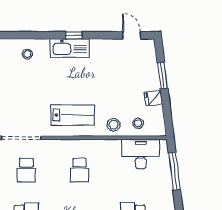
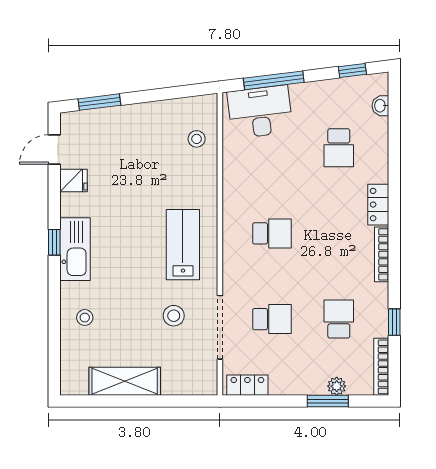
window: (162, 75) -> (99, 102), moved
fridge: (153, 98) -> (74, 181), moved, turned -83
stool: (114, 125) -> (174, 316), moved
desk: (141, 154) -> (260, 112), moved, turned 83

